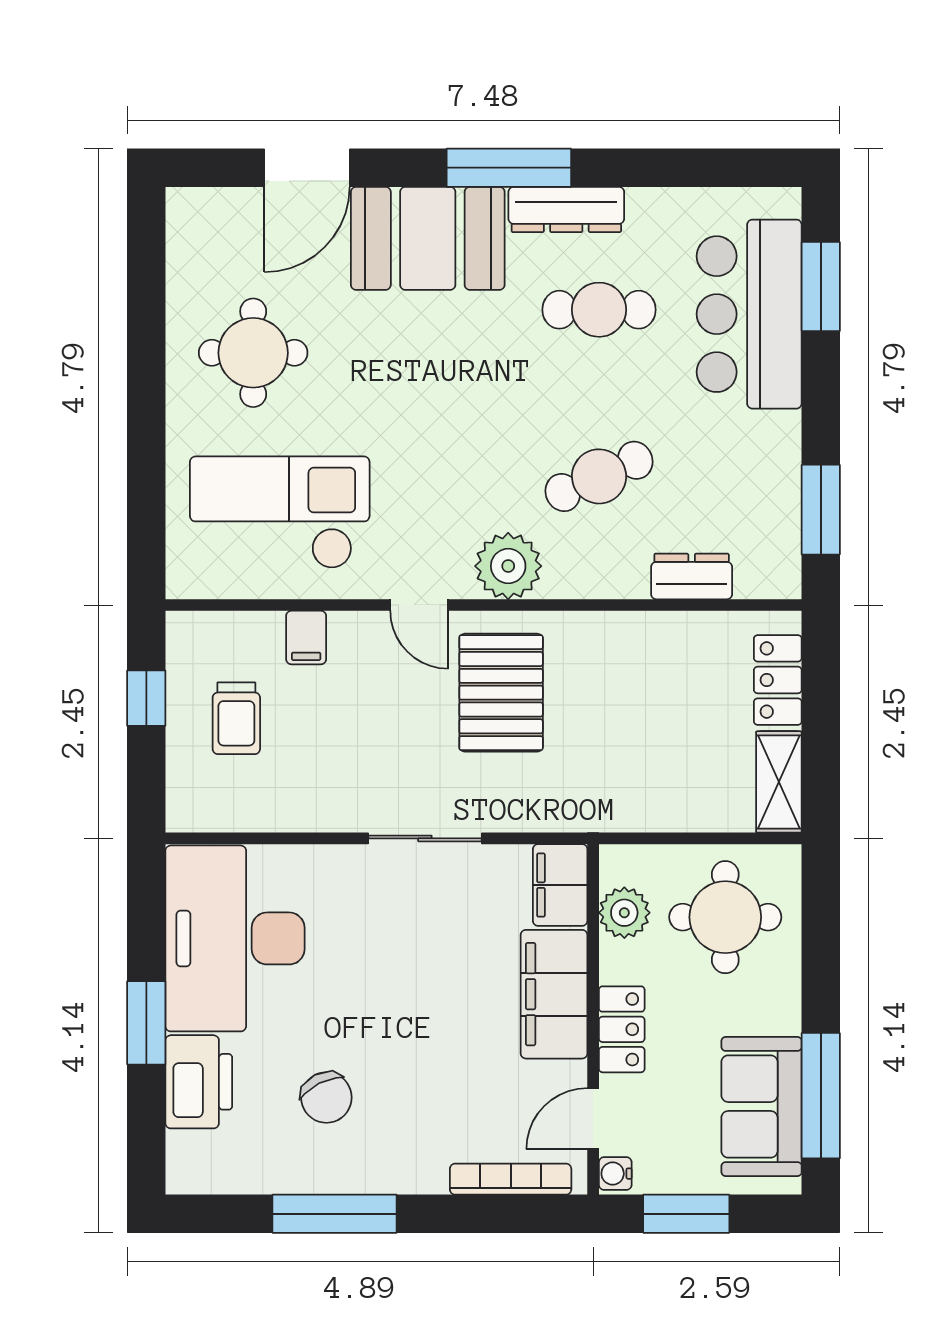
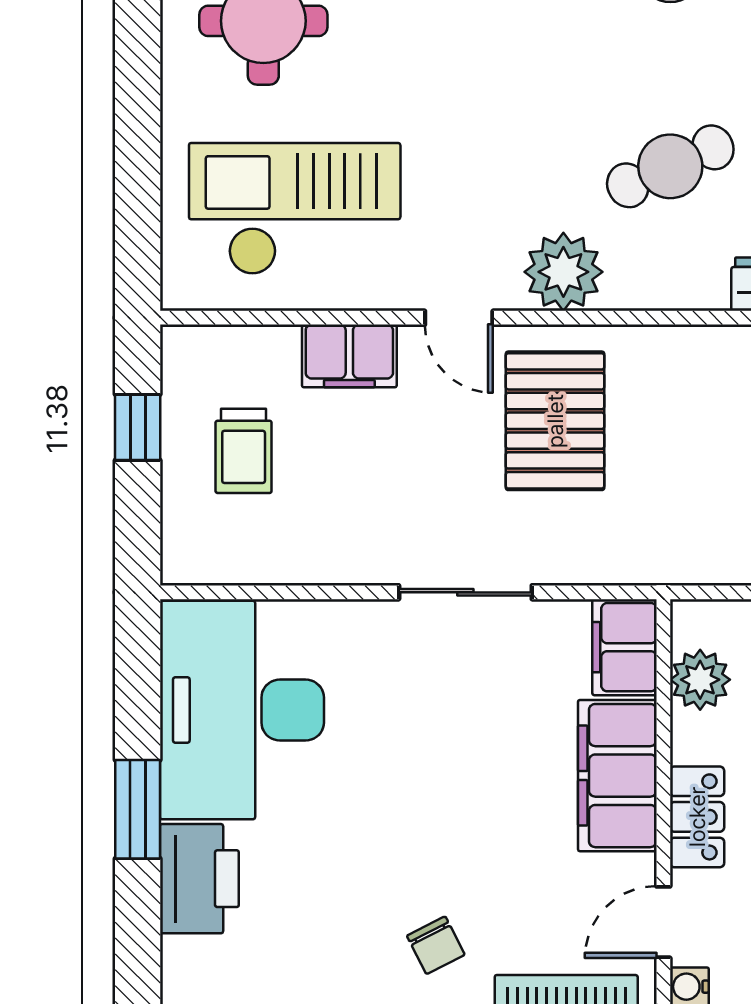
filing cabinet: (306, 638) -> (349, 356), width x2.00
chair: (326, 1097) -> (436, 945), moved, width x0.73, depth x0.73

